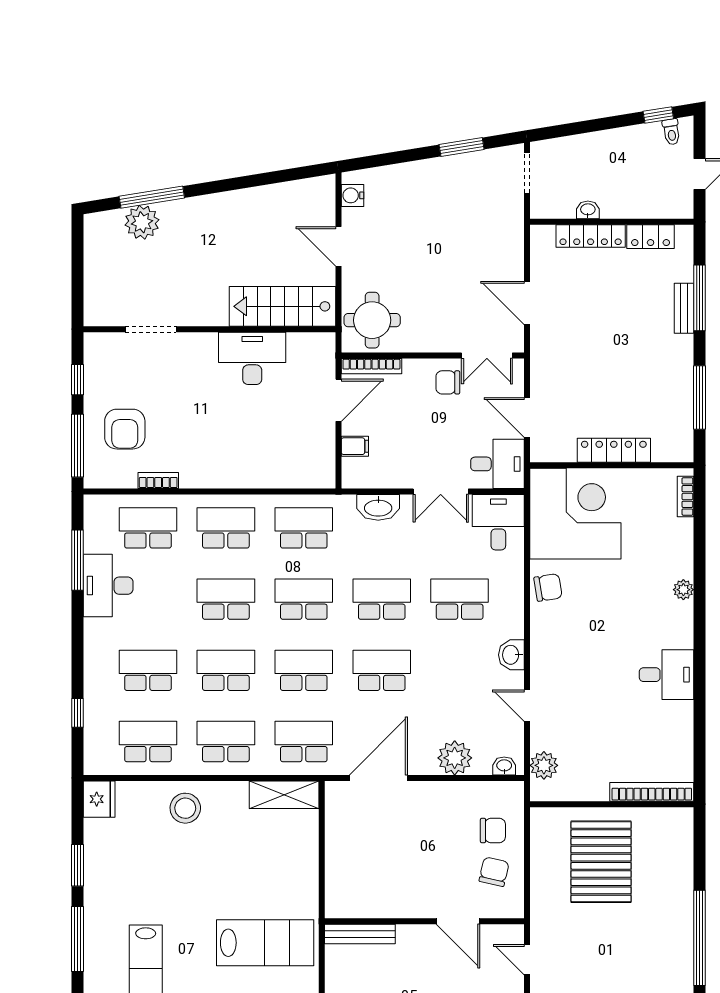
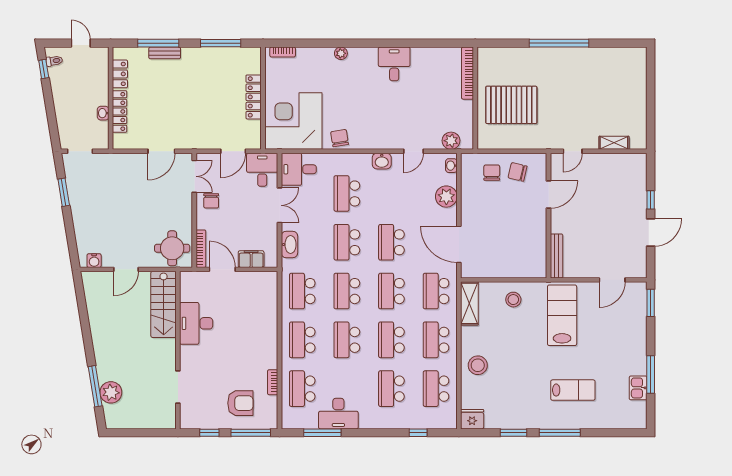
filing cabinet: (355, 446) -> (251, 259), width x2.00
stool: (290, 865) -> (513, 300), added

